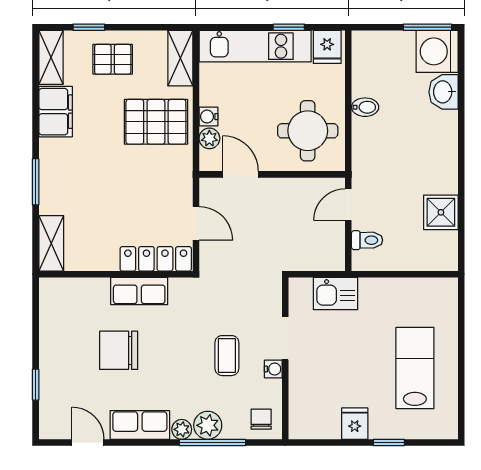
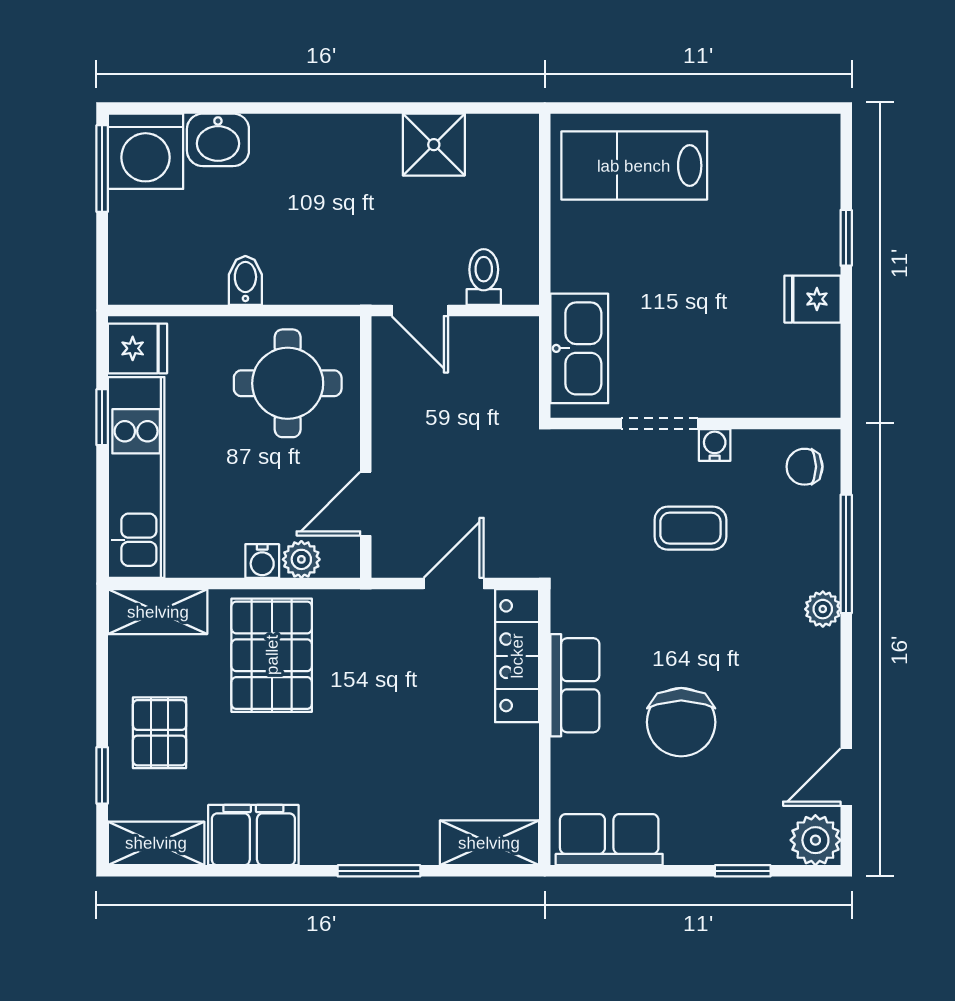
kitchen sink: (335, 294) -> (579, 348), width x1.38
lab bench: (415, 368) -> (634, 166), moved
row of seats: (140, 425) -> (609, 840), moved, turned 90
plant: (208, 425) -> (815, 840), moved

